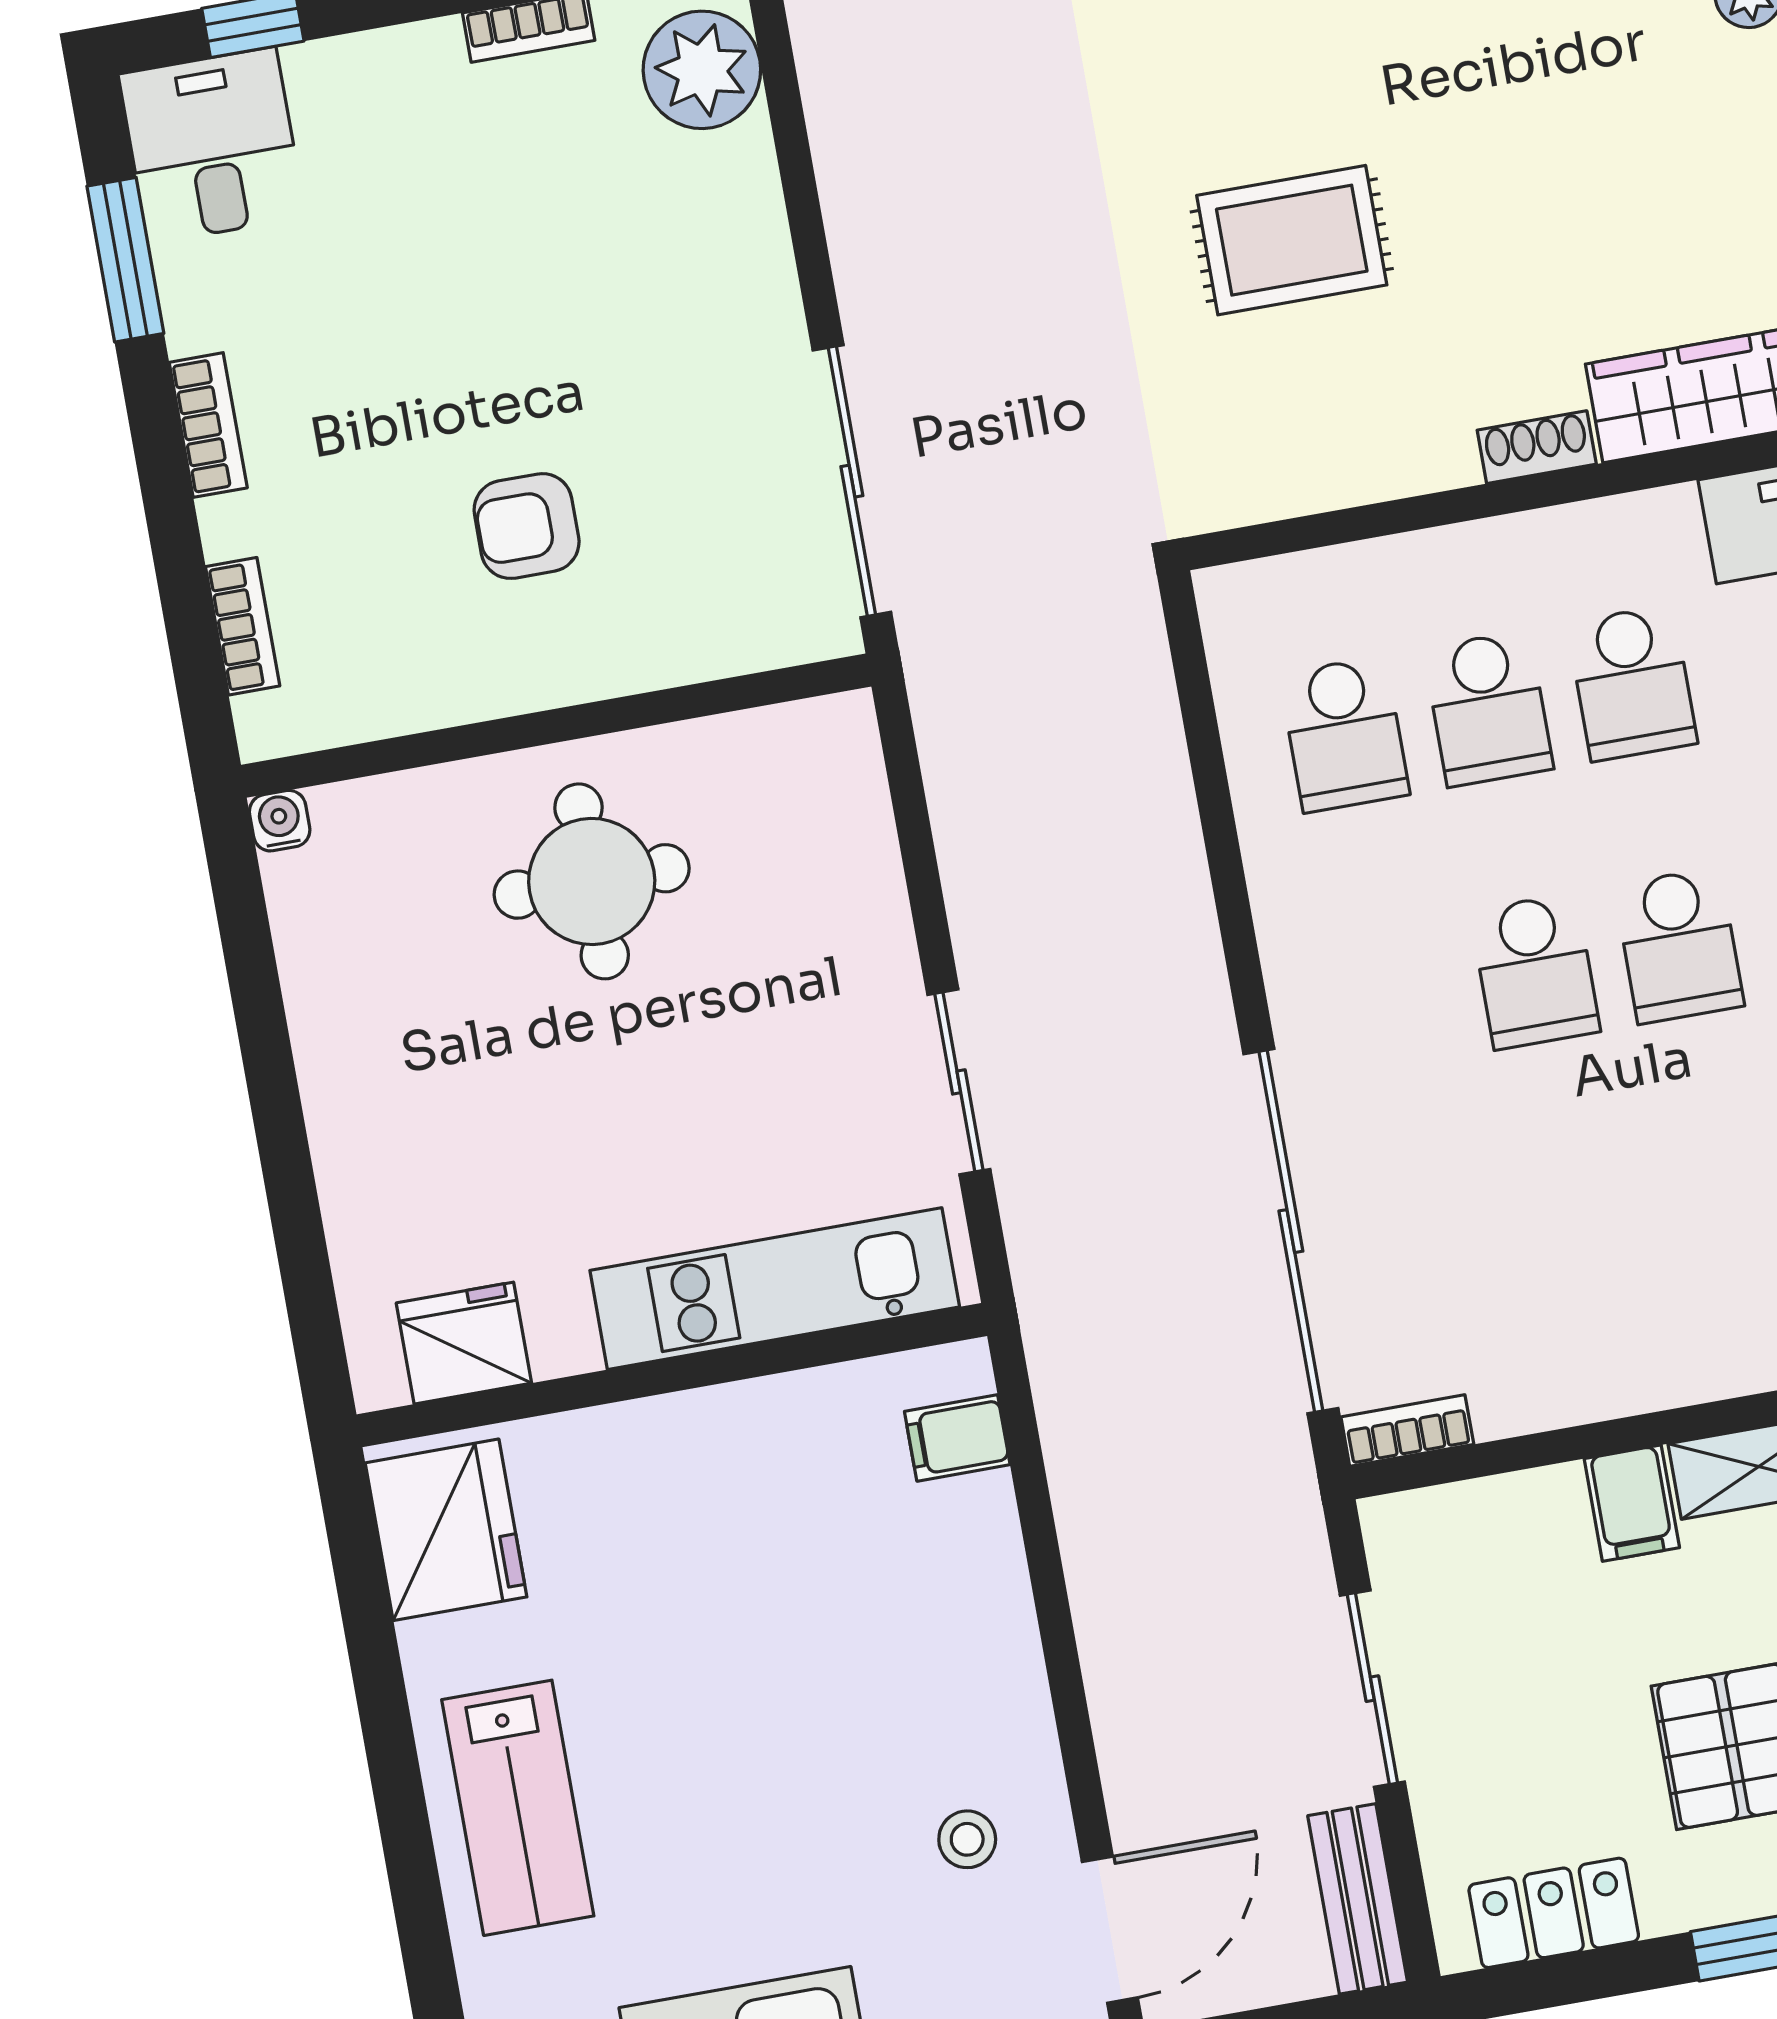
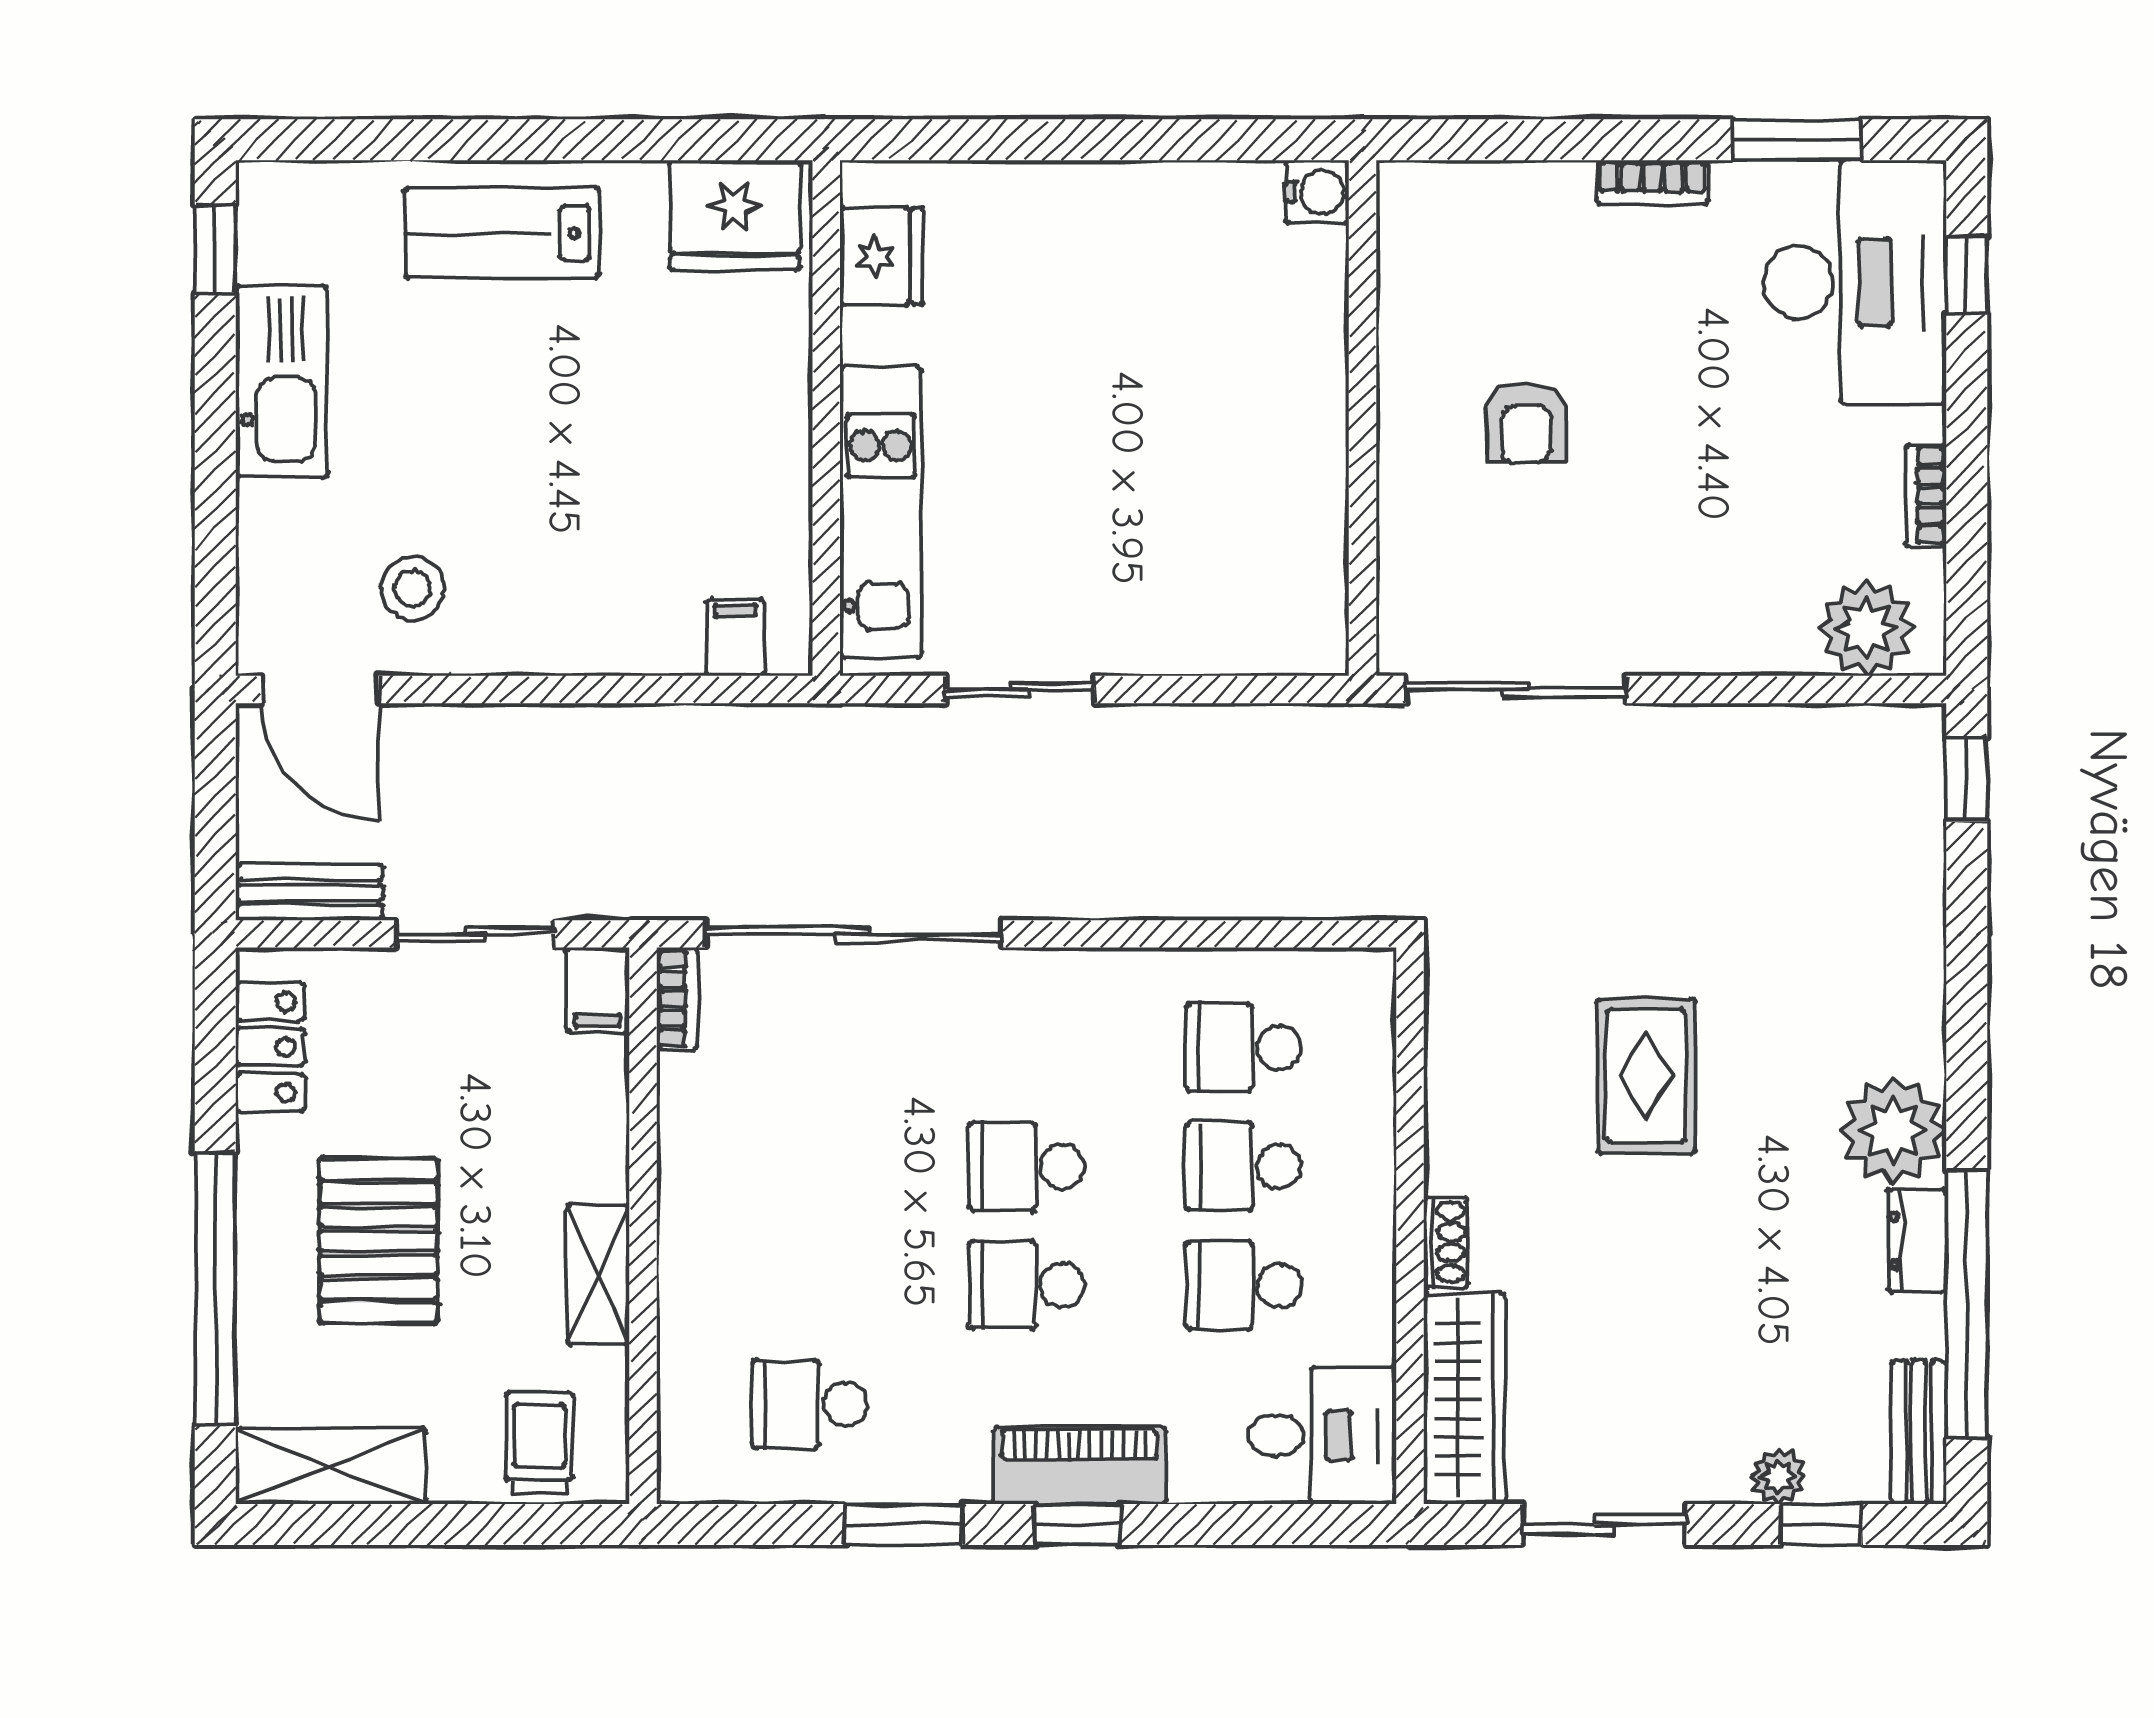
desk: (212, 145) -> (1855, 282), width x1.87, depth x1.30
armchair: (527, 526) -> (1526, 423), turned 180
bookcase: (243, 626) -> (1487, 181), removed
water cooler: (280, 821) -> (1317, 192), width x1.38, depth x1.38
round table: (592, 881) -> (1233, 424), removed
filing cabinet: (1632, 1503) -> (598, 990), moved, turned -90
stool: (967, 1839) -> (413, 588), width x1.37, depth x1.37

